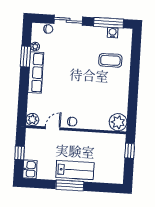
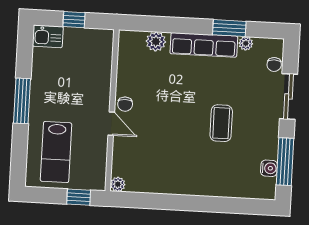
coffee table: (110, 60) -> (221, 123), moved
plant: (32, 119) -> (156, 41), moved
plant: (118, 122) -> (118, 184), width x0.53, depth x0.53
door: (53, 128) -> (111, 124), moved
lab bench: (75, 170) -> (56, 152), moved

